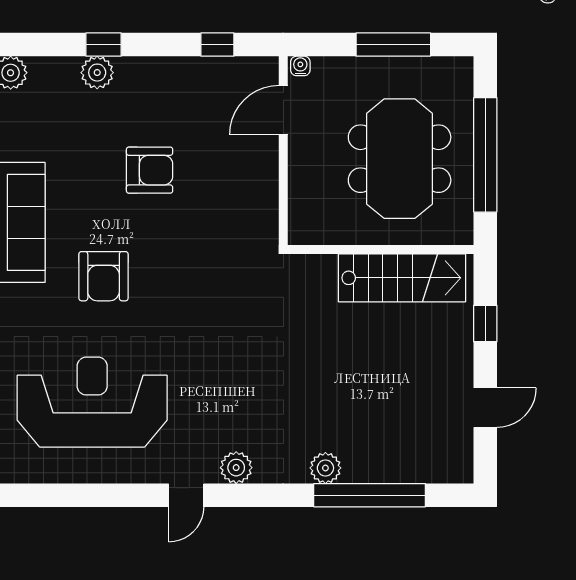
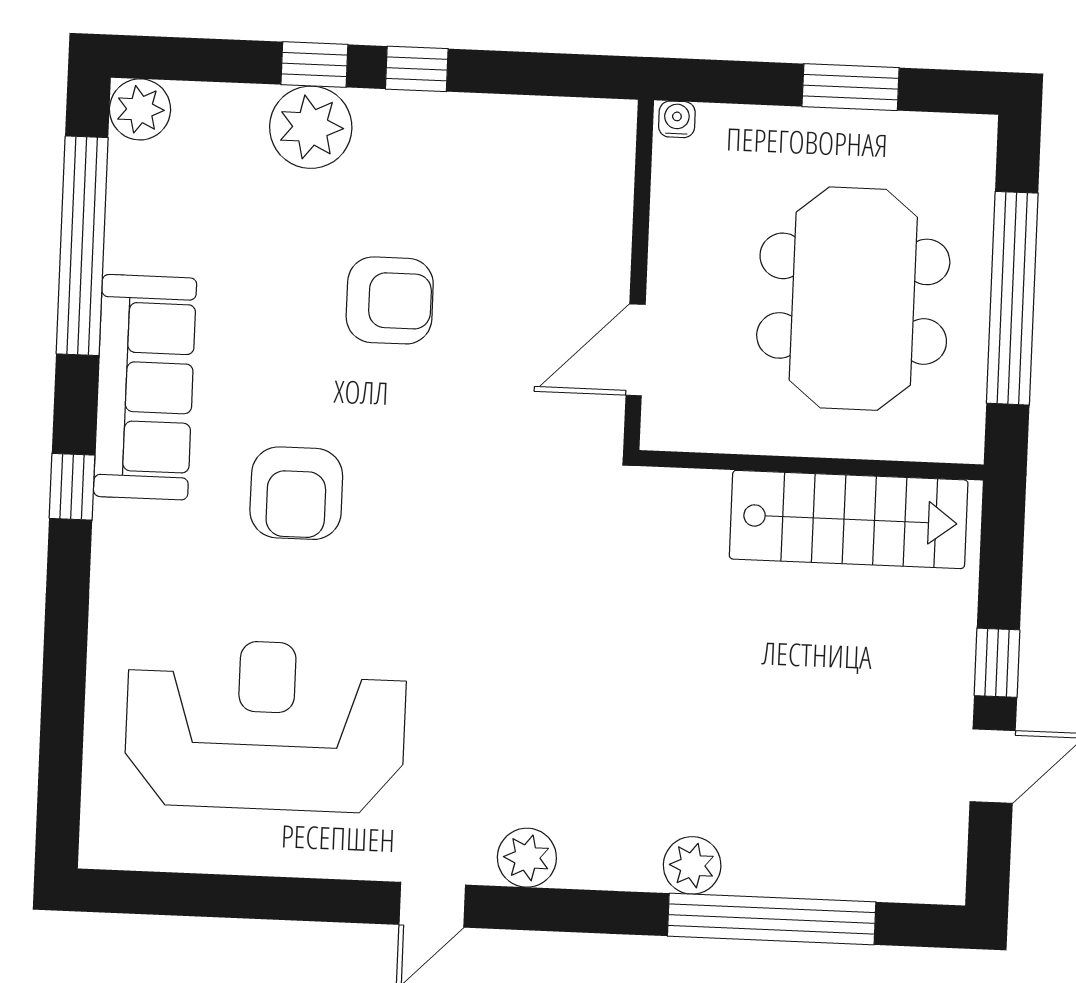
window: (217, 45) -> (417, 69), moved
window: (393, 45) -> (851, 87), width x0.69
plant: (97, 73) -> (311, 127), width x1.36, depth x1.36
door: (283, 110) -> (636, 350), moved
window: (485, 324) -> (997, 663), moved

